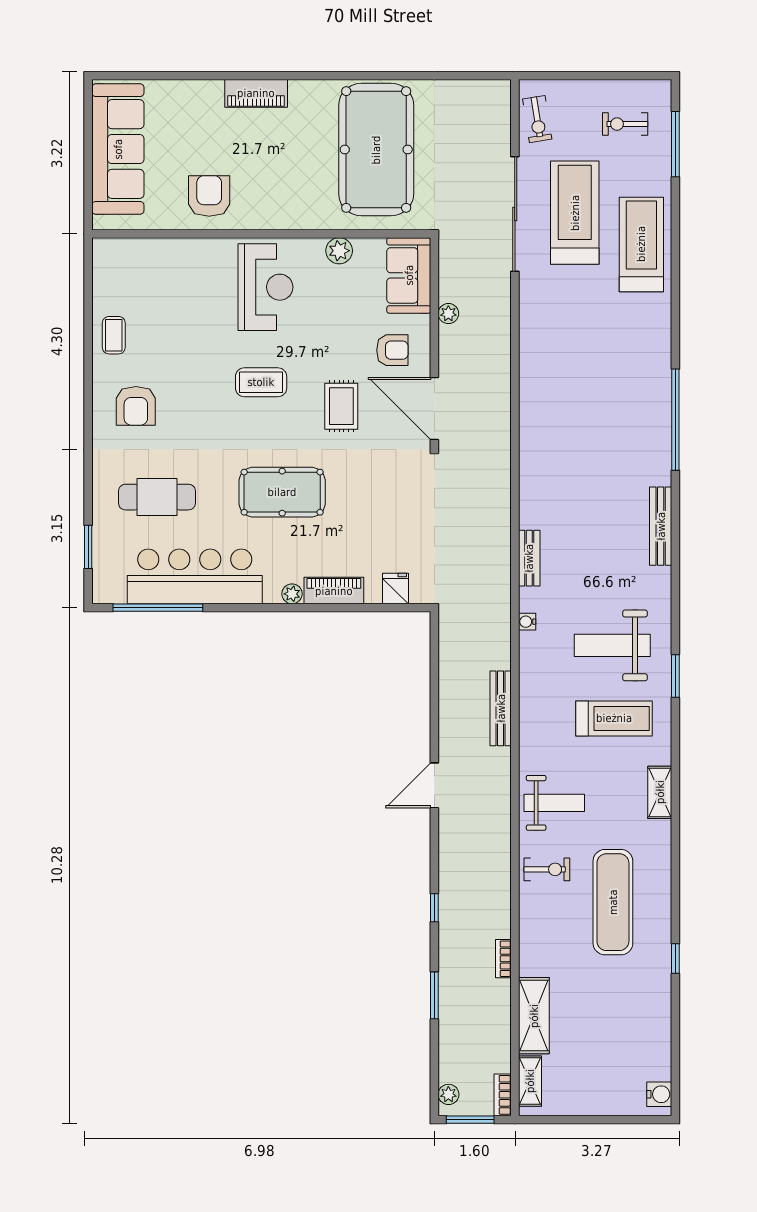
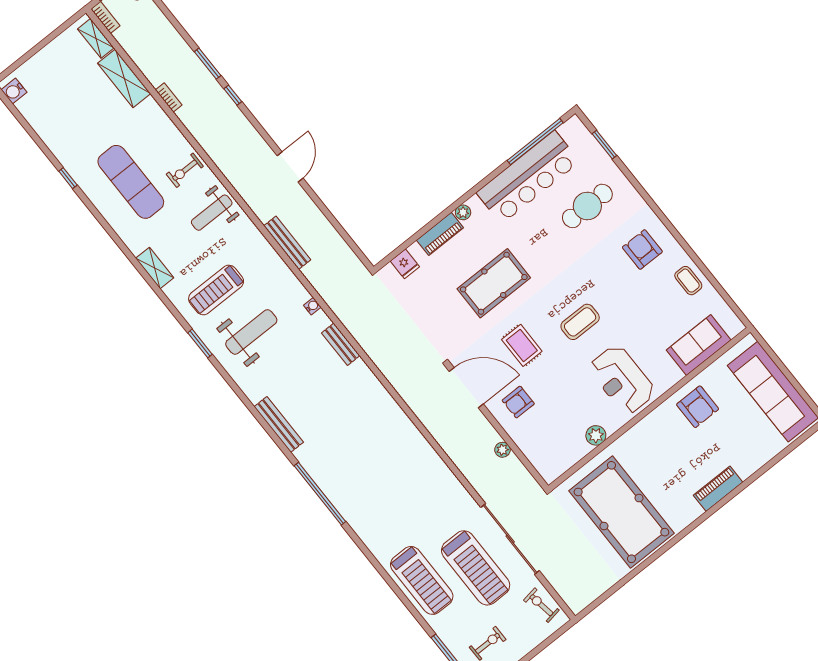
sofa: (409, 275) -> (699, 345), moved, turned -90
pool table: (282, 492) -> (494, 283), moved
window: (434, 995) -> (208, 64), moved

